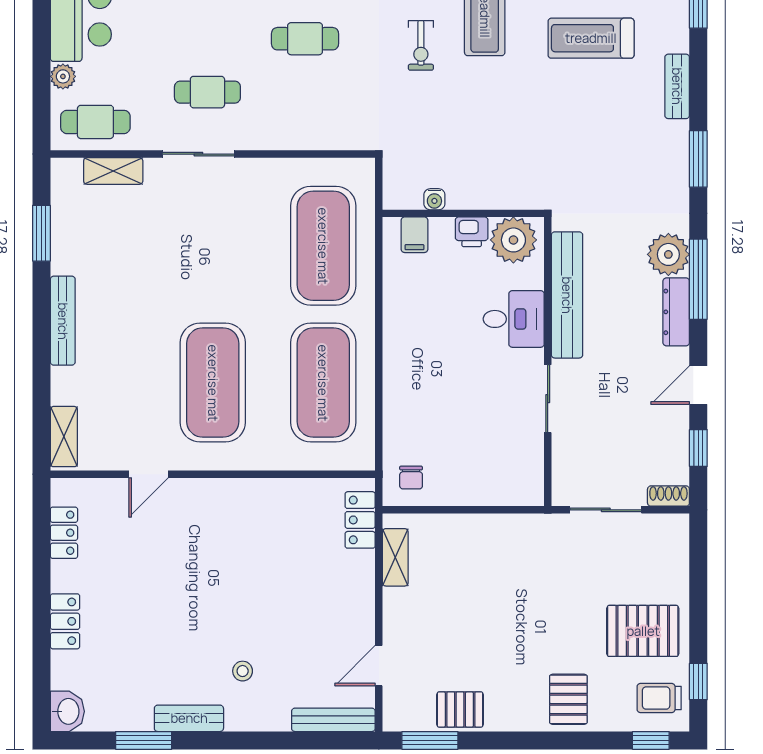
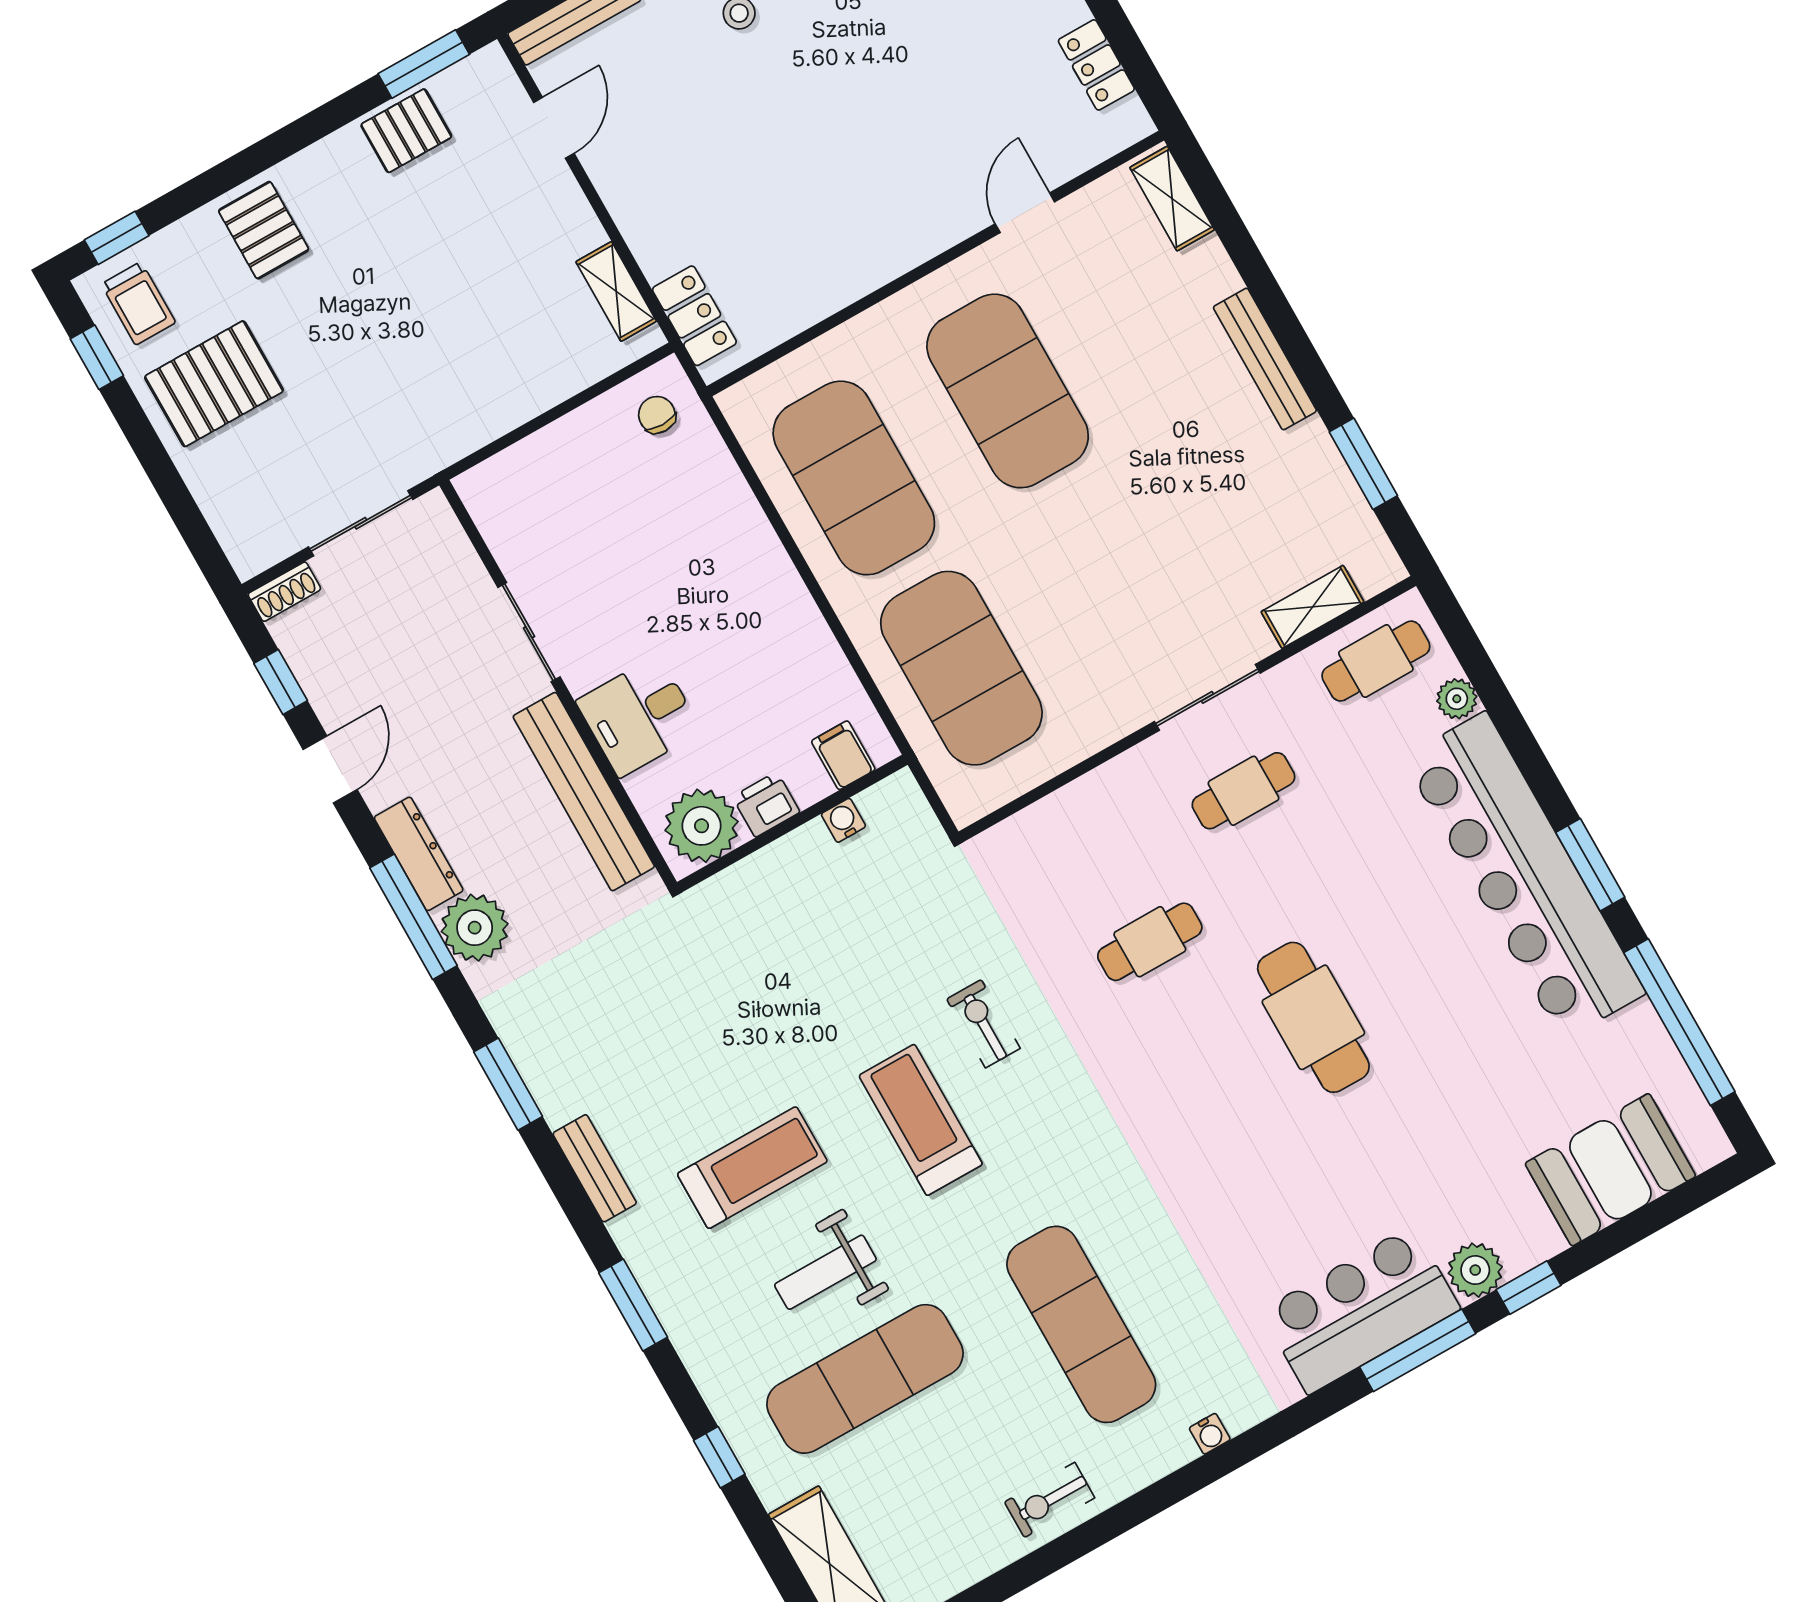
trolley: (659, 698) -> (138, 303), turned 90

